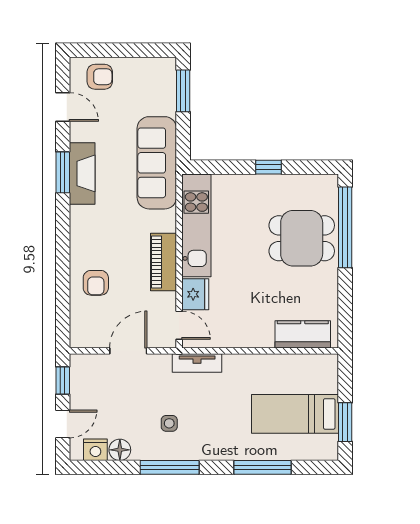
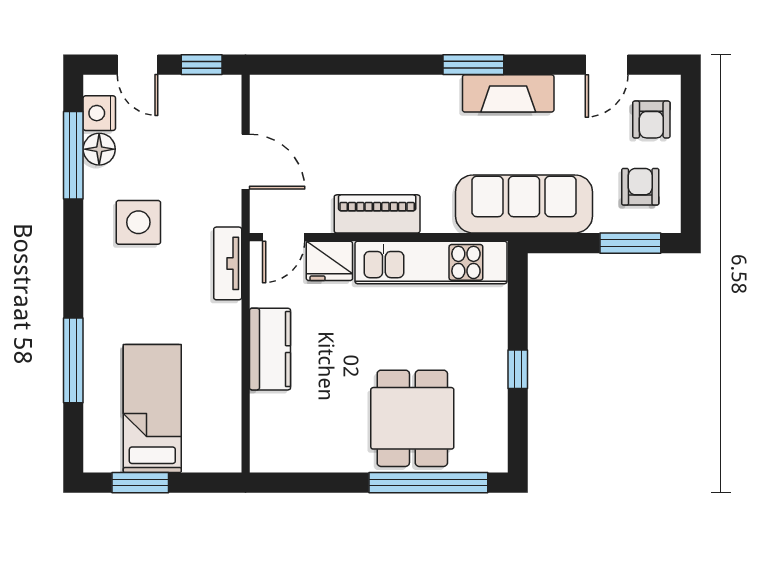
window: (63, 172) -> (473, 65), moved
armchair: (96, 283) -> (640, 187), moved, turned 90
kitchen counter: (303, 334) -> (270, 349), moved
side table: (169, 423) -> (138, 222), width x1.87, depth x1.87
window: (170, 467) -> (73, 155), moved

